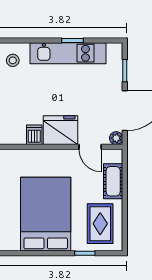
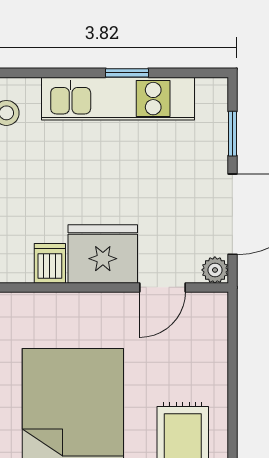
door: (90, 147) -> (163, 287), hinge flipped
cot: (113, 181) -> (209, 357), removed

